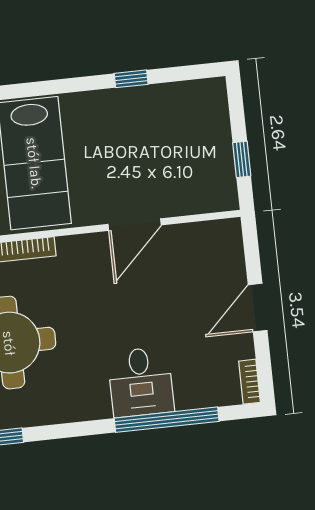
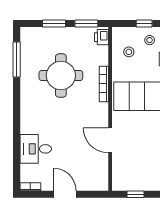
desk: (141, 382) -> (36, 149), moved
window: (167, 420) -> (17, 146), removed

